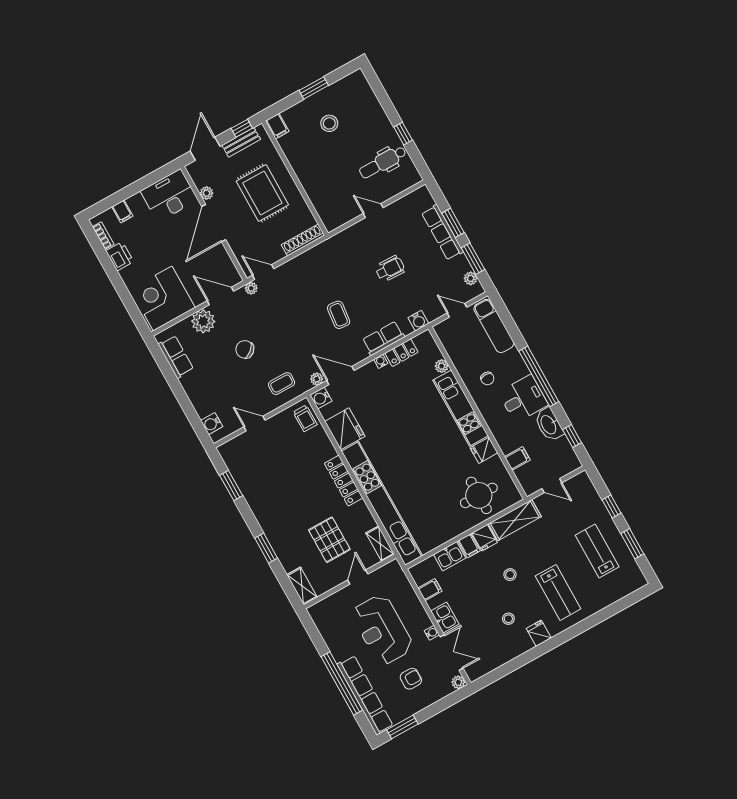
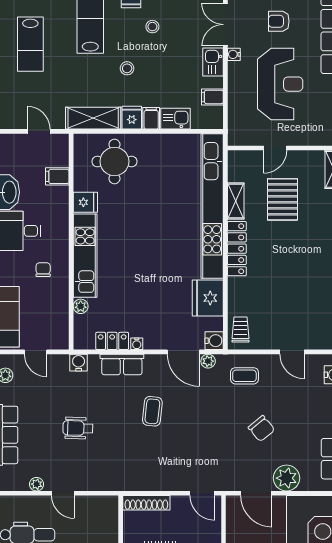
plant: (251, 288) -> (37, 484), moved
shelving: (380, 544) -> (236, 201), moved

